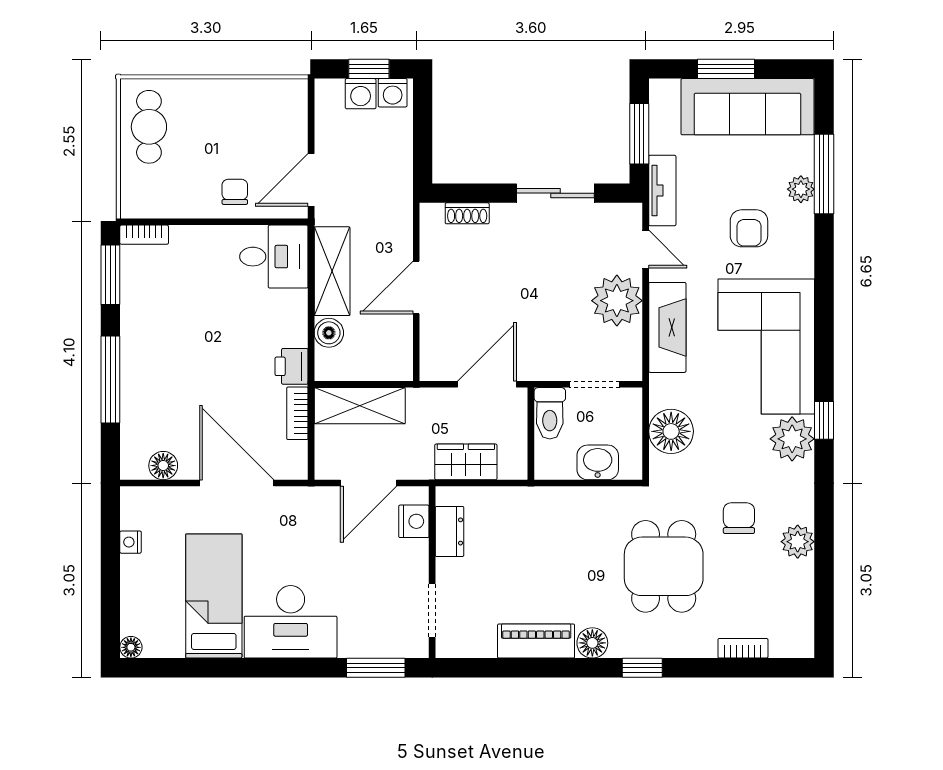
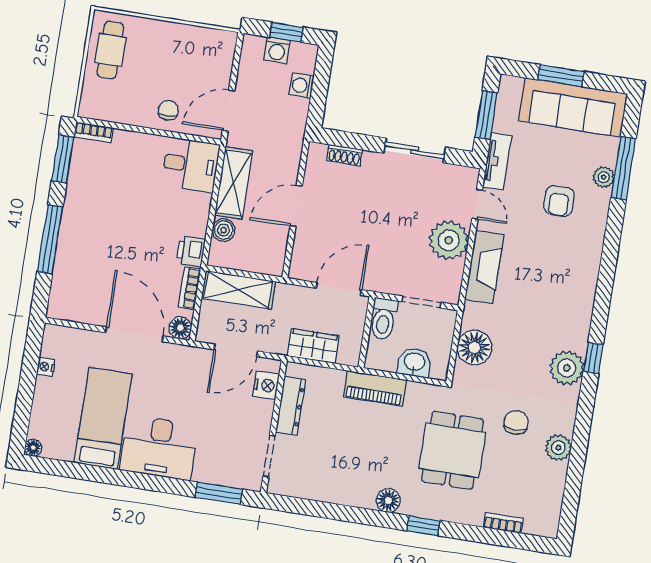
washing machine: (393, 93) -> (301, 85), moved, turned 90
corner sofa: (766, 346) -> (558, 294), removed
floor lamp: (163, 466) -> (180, 328), moved
dresser: (450, 531) -> (291, 406), width x1.44
piano: (536, 641) -> (375, 388), moved, turned 180

